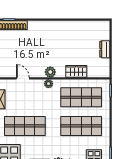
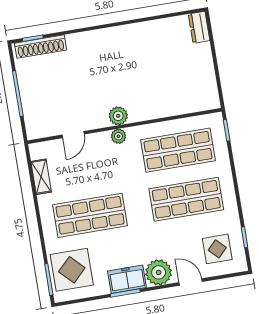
dresser: (105, 49) -> (199, 27), moved
wardrobe: (76, 71) -> (163, 107), removed
door: (23, 78) -> (73, 135), swing flipped

